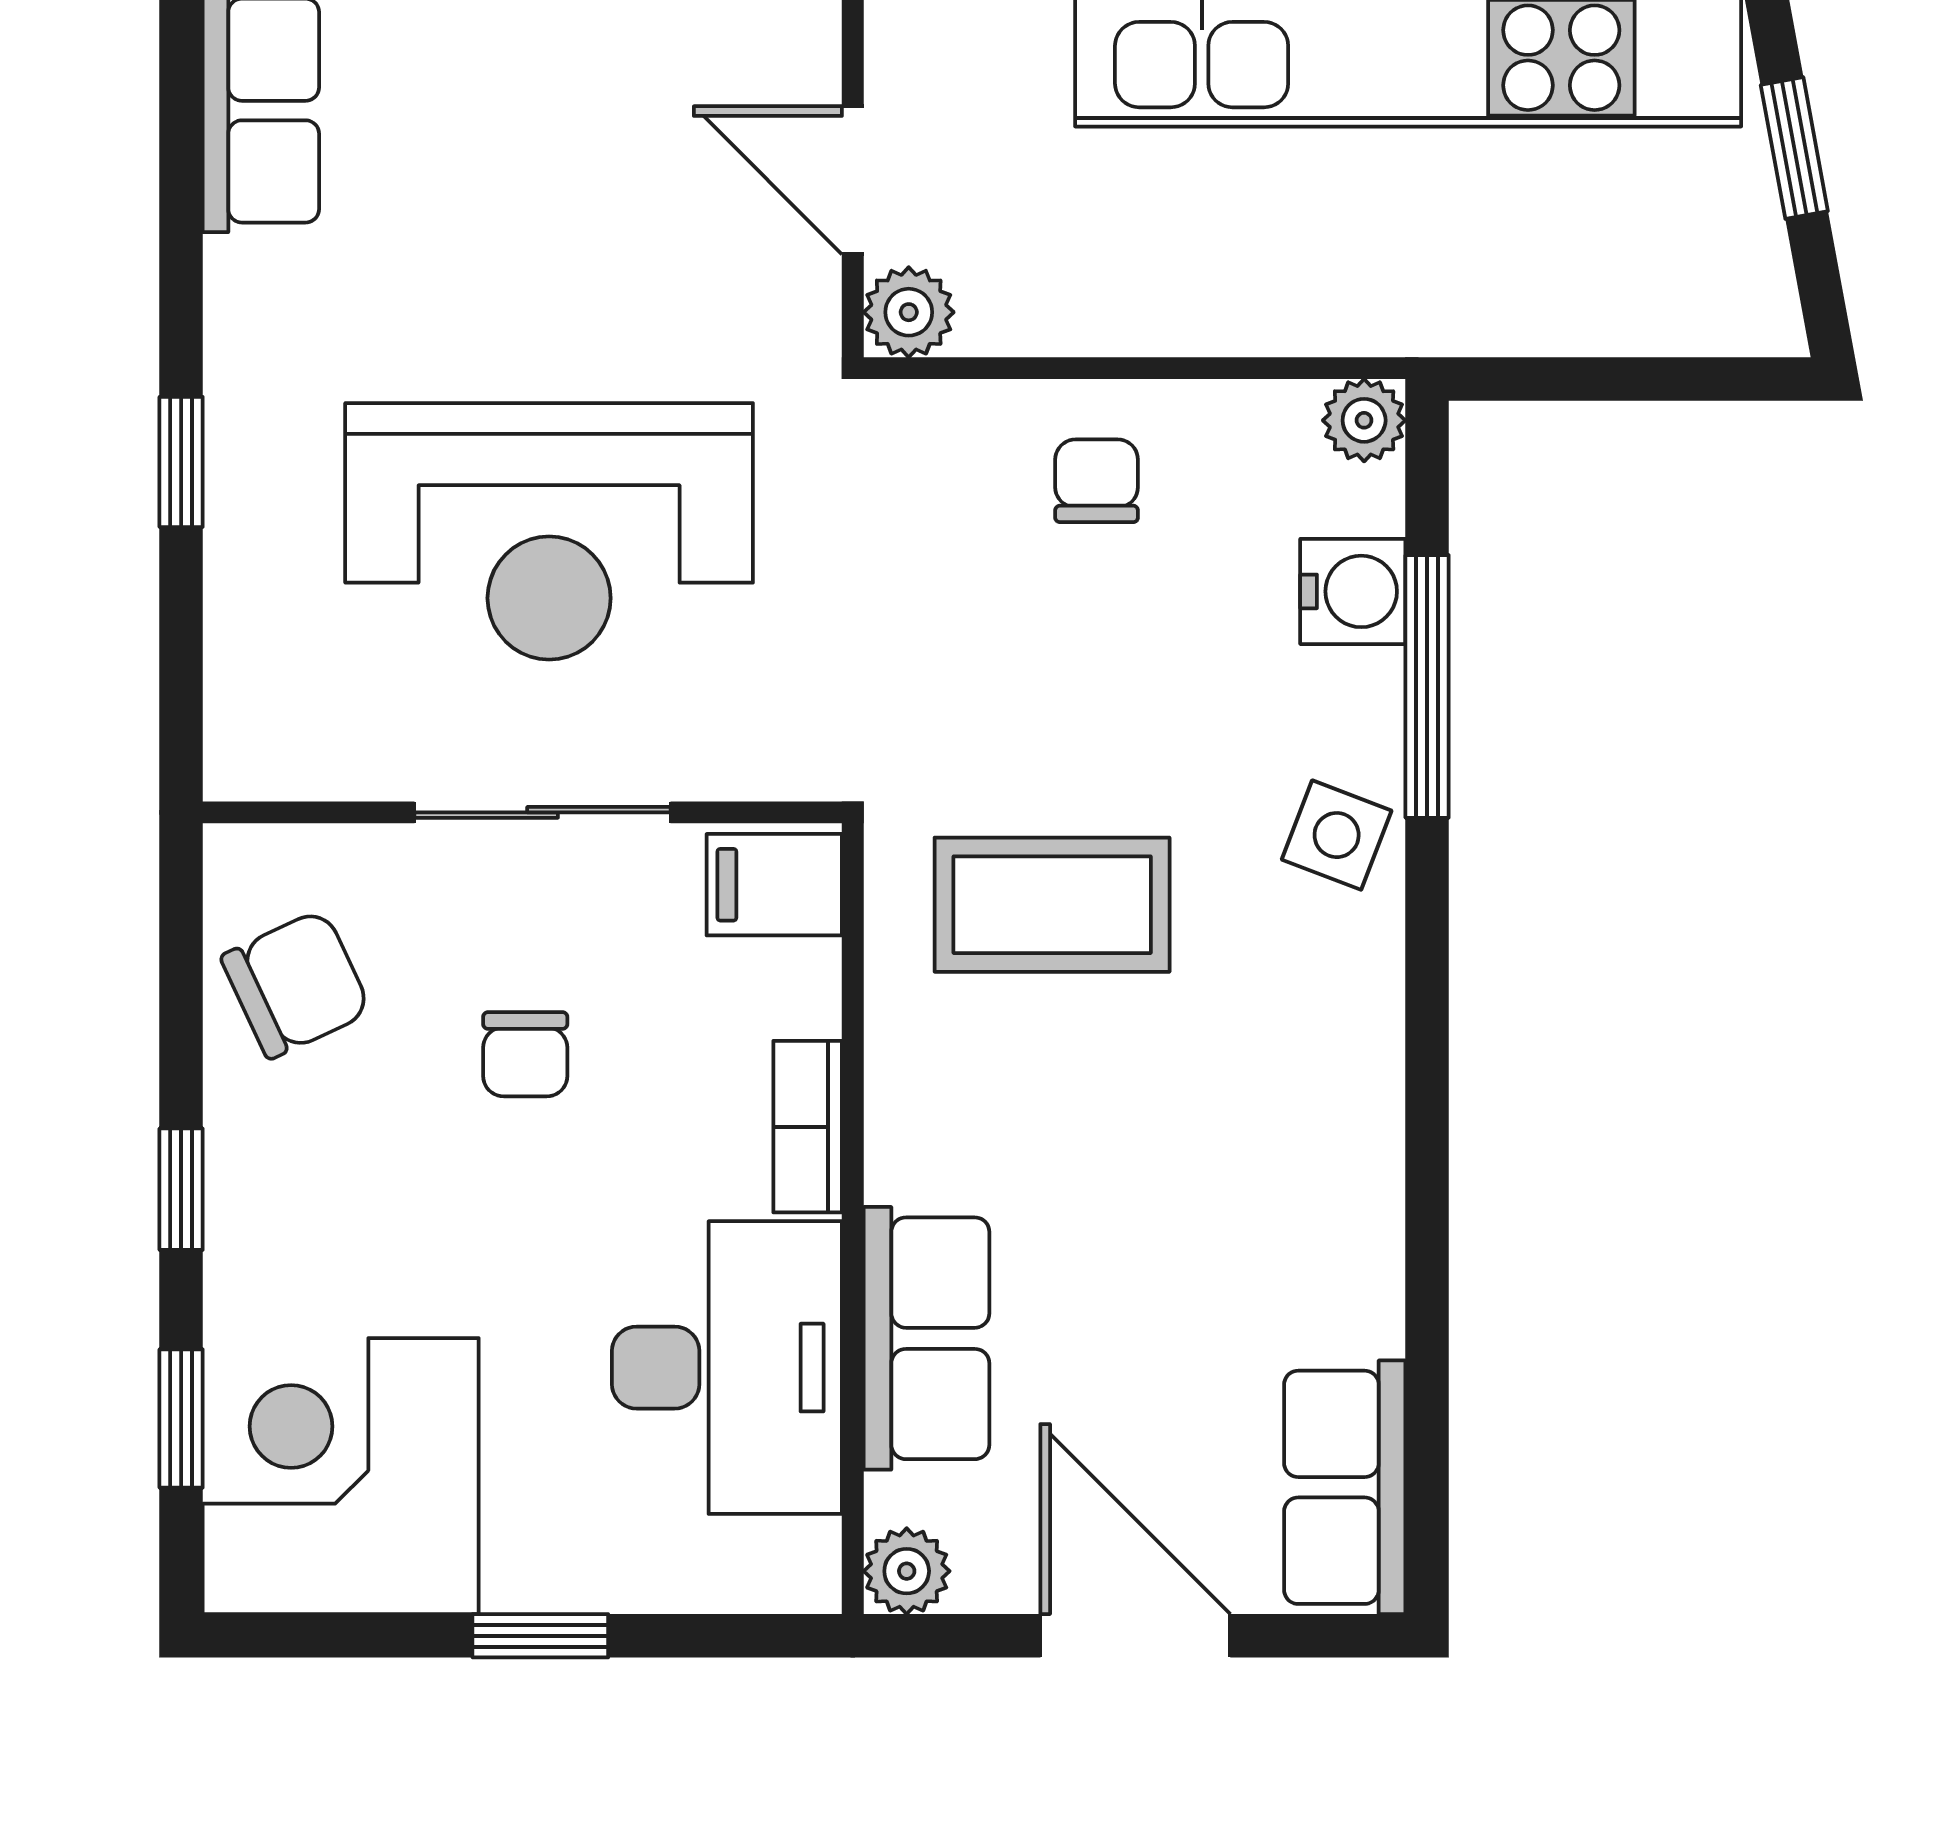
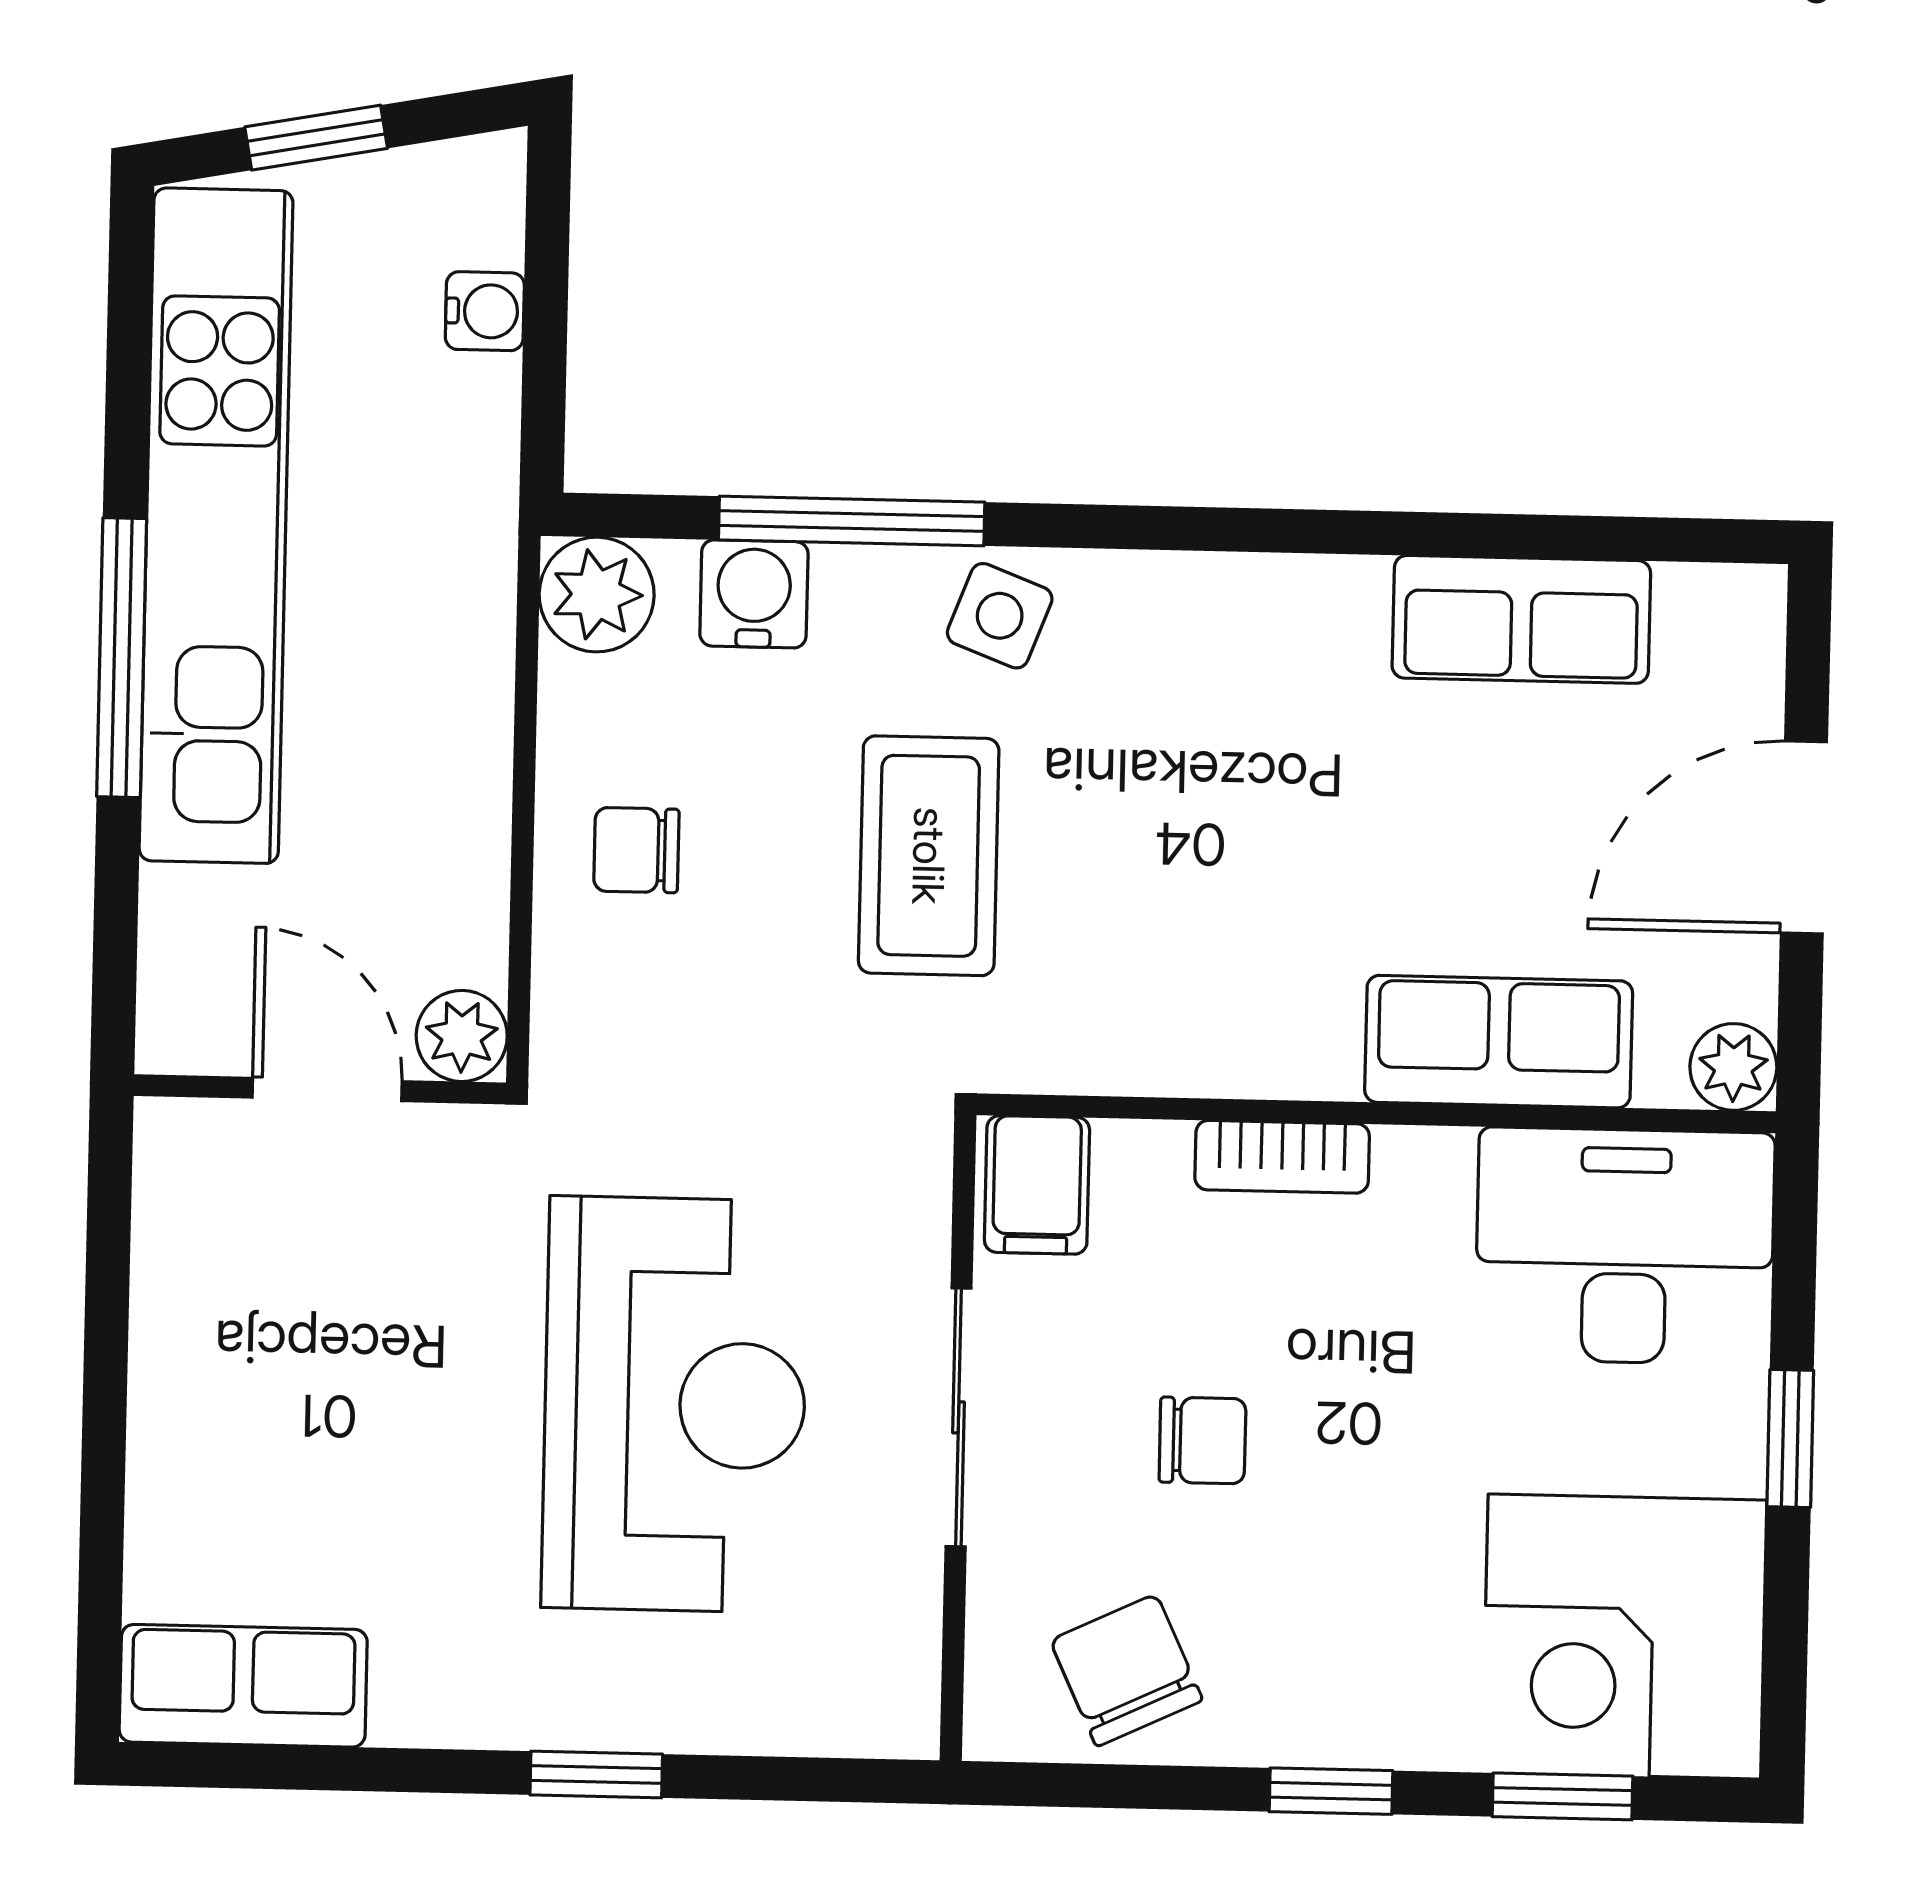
door: (853, 180) -> (327, 1089), swing flipped
water cooler: (1626, 319) -> (485, 311), added
plant: (1364, 420) -> (597, 595), width x1.38, depth x1.38
coffee table: (1052, 905) -> (929, 856), moved
desk: (727, 1368) -> (1625, 1246), moved
row of seats: (1345, 1487) -> (1521, 619), moved

